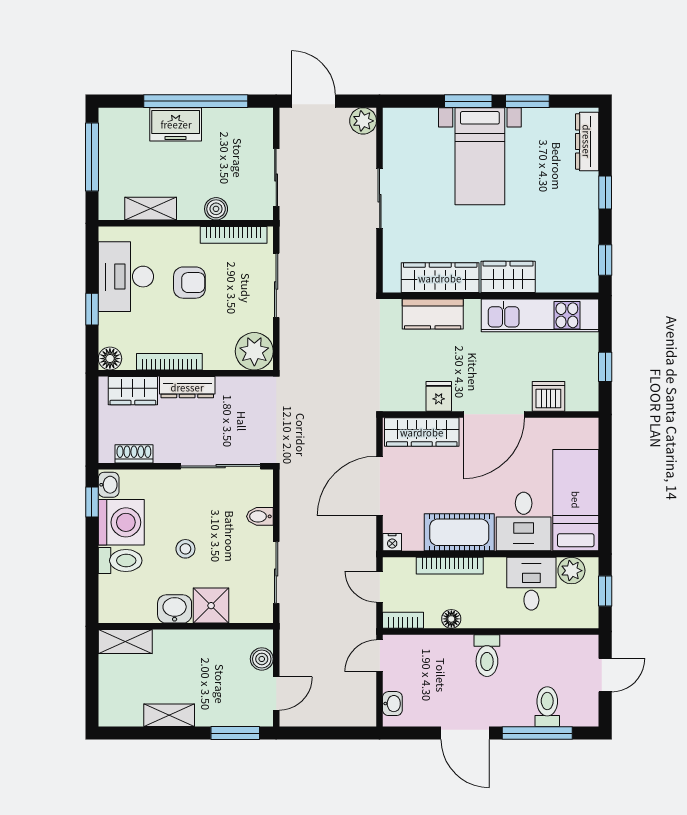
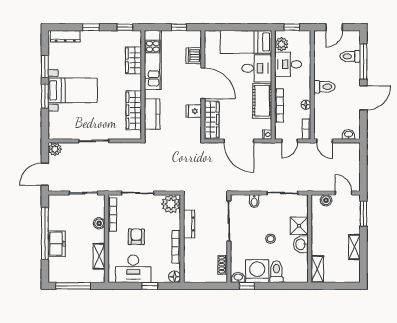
wardrobe: (508, 277) -> (133, 60), moved
dresser: (187, 387) -> (189, 224), moved
wardrobe: (133, 391) -> (191, 265), removed
door: (605, 675) -> (334, 27), swing flipped

